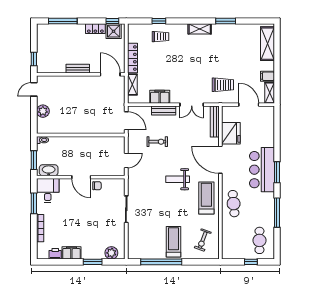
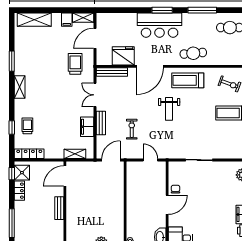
locker: (132, 58) -> (29, 154), moved
double door: (192, 105) -> (95, 95), swing flipped

